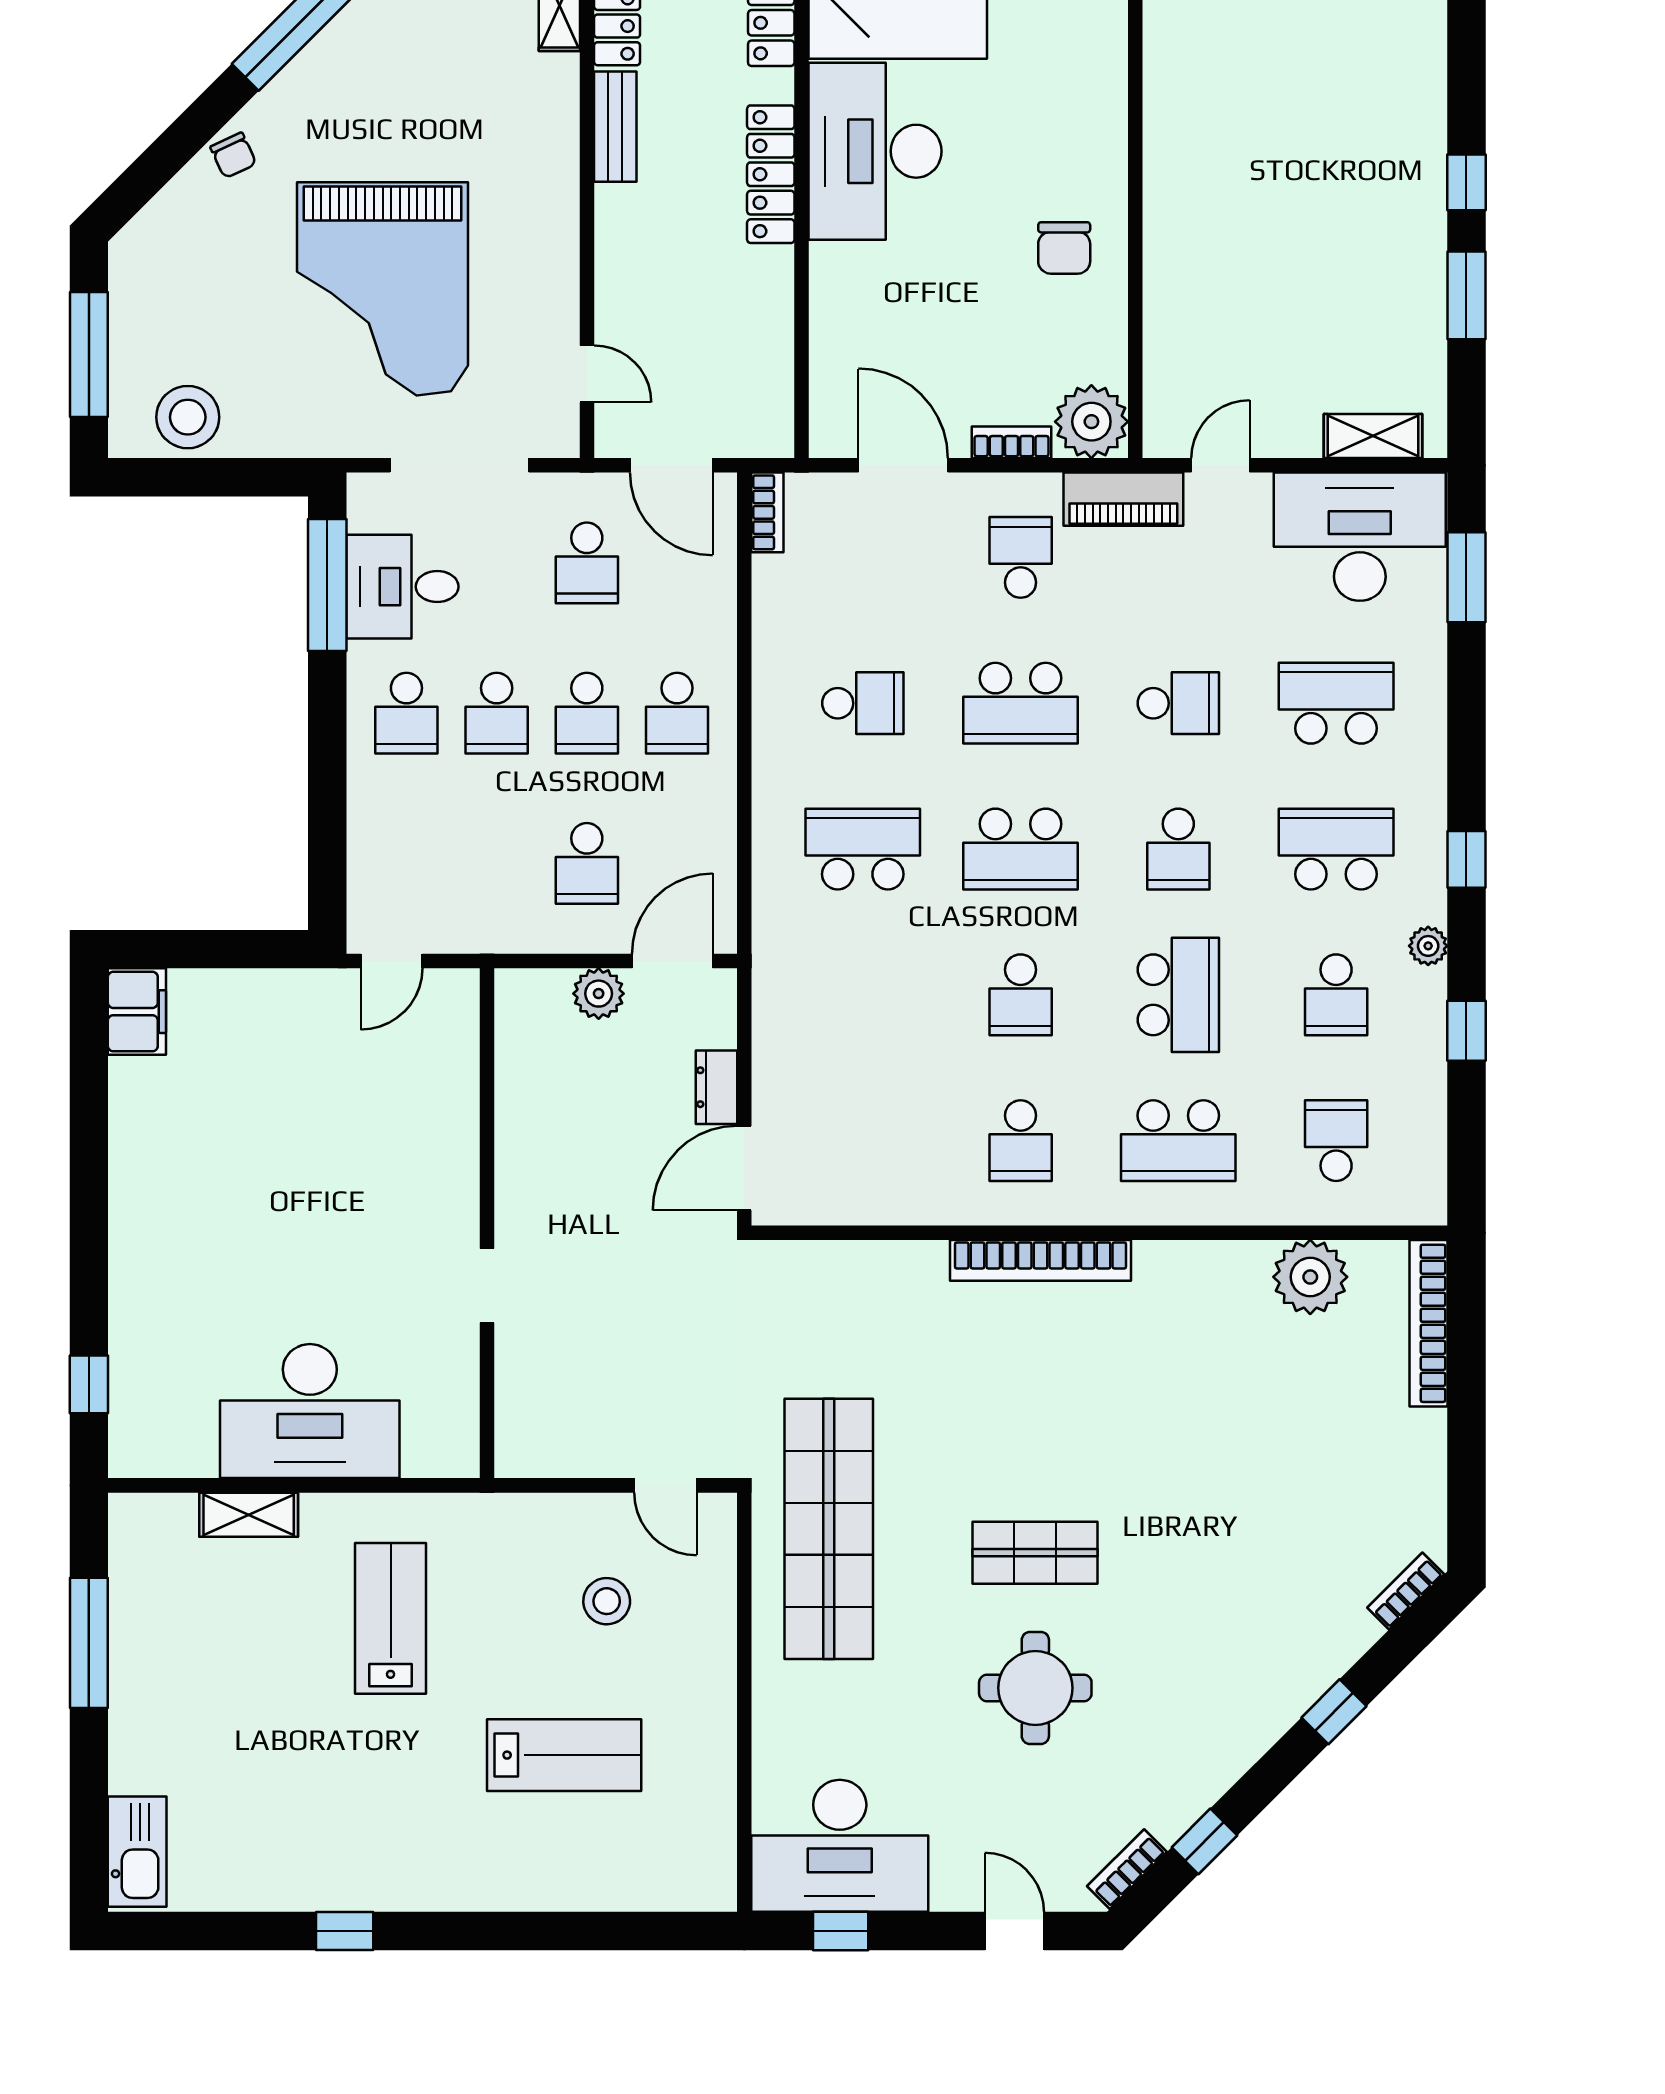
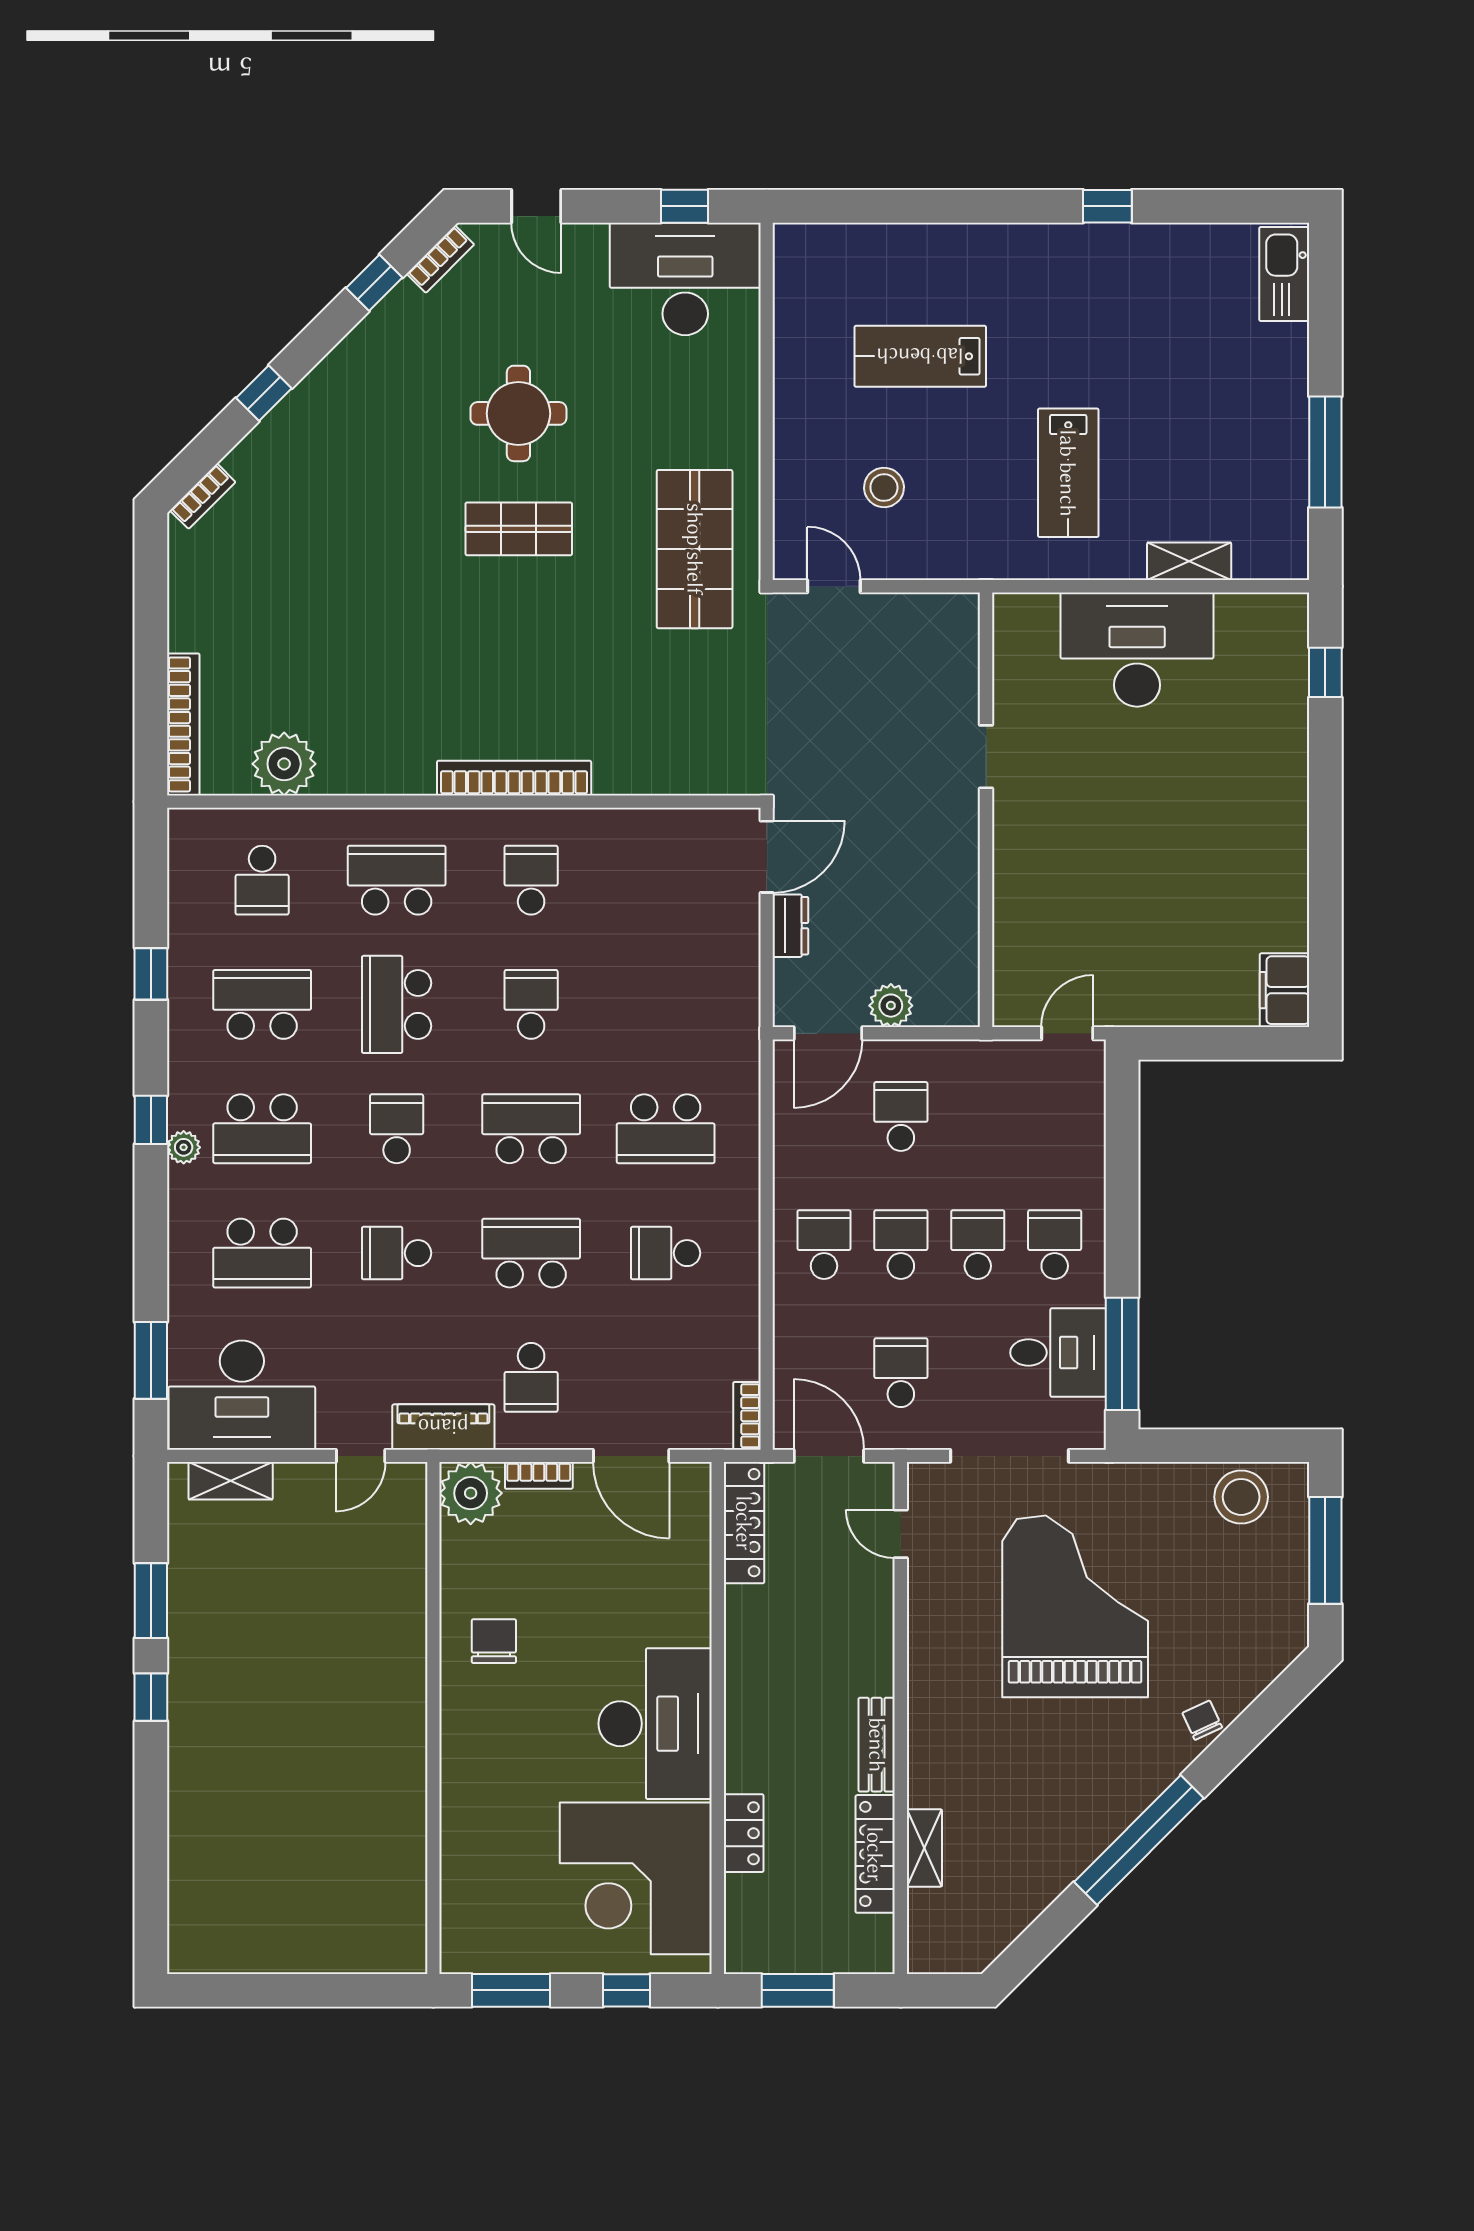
locker: (771, 174) -> (744, 1523), moved
plant: (1428, 946) -> (184, 1147), moved
school desk: (1336, 995) -> (262, 1004), width x1.85
shop shelf: (829, 1529) -> (695, 549), width x0.71

